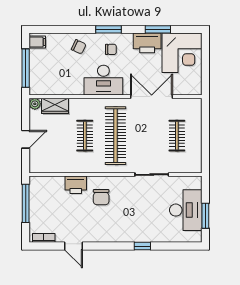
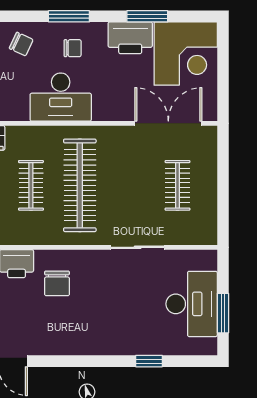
double door: (152, 97) -> (168, 123), moved
window: (142, 246) -> (149, 361), moved

